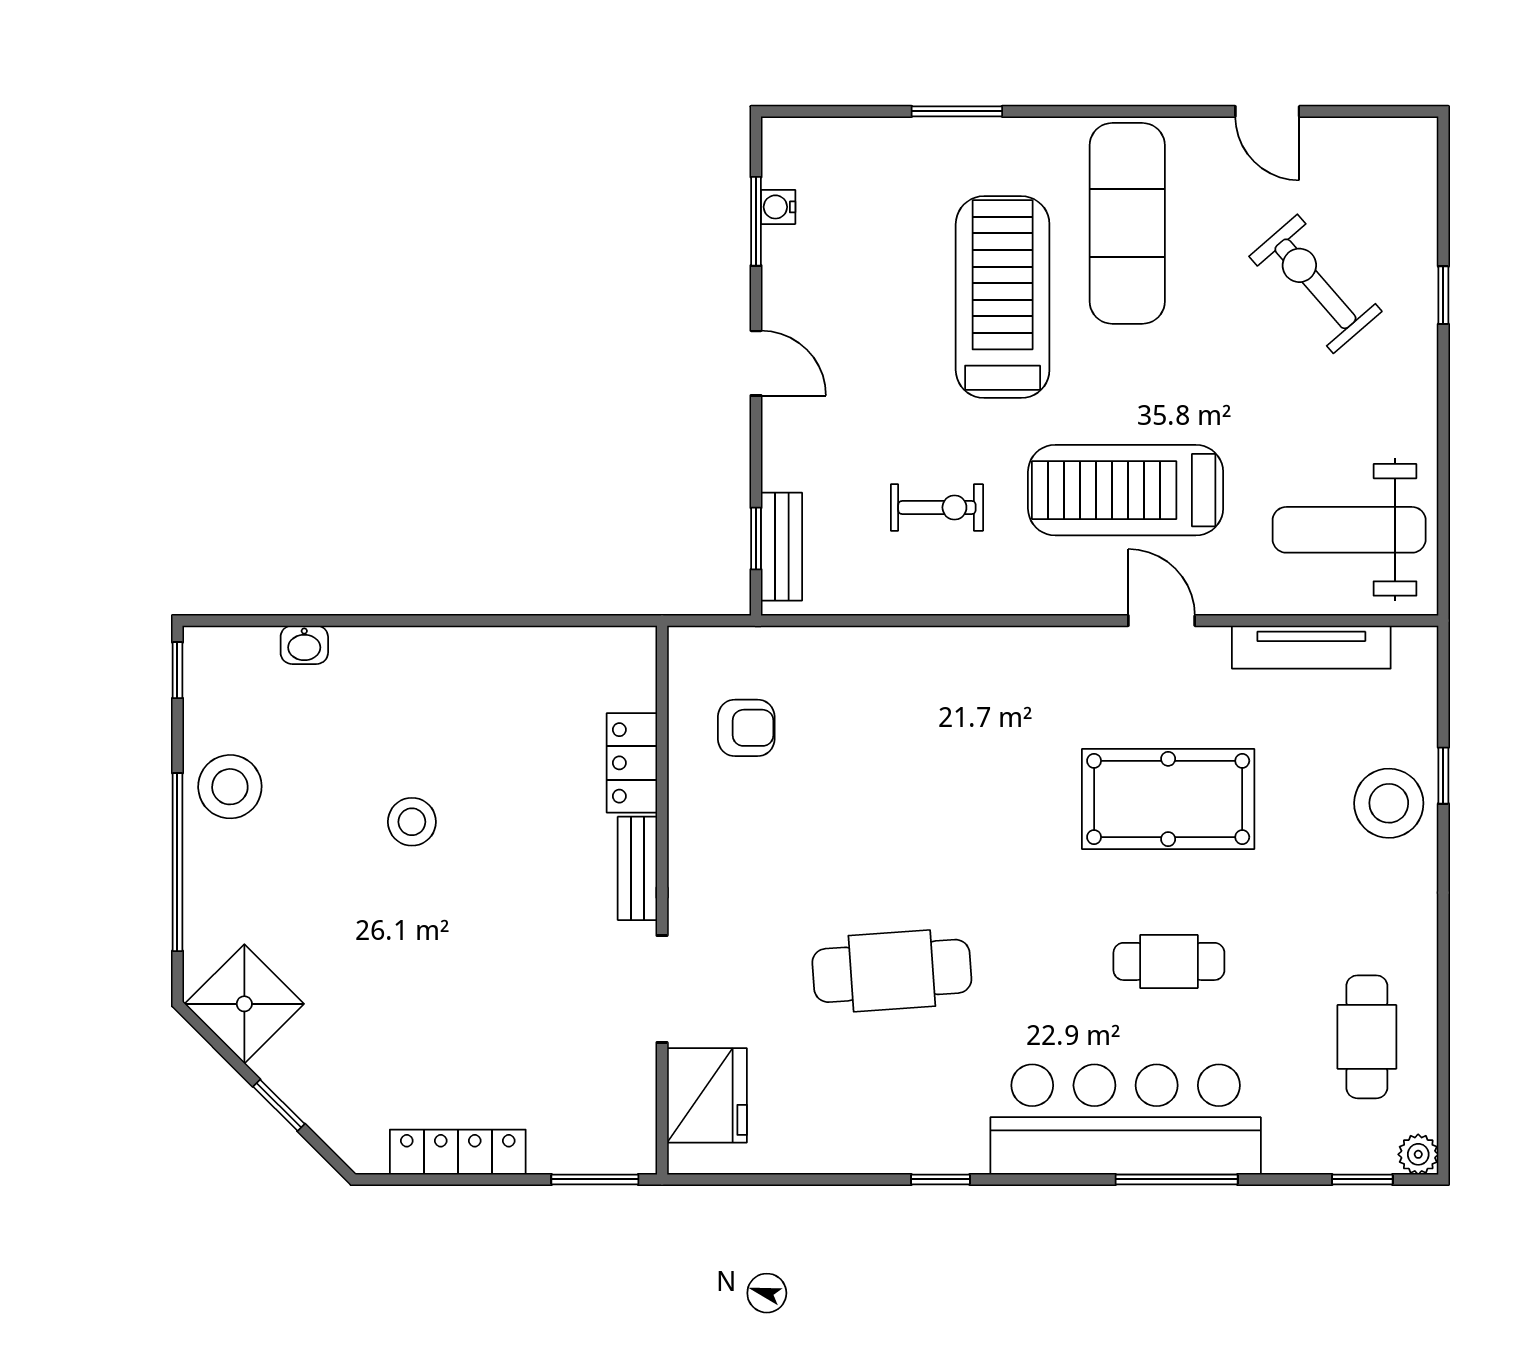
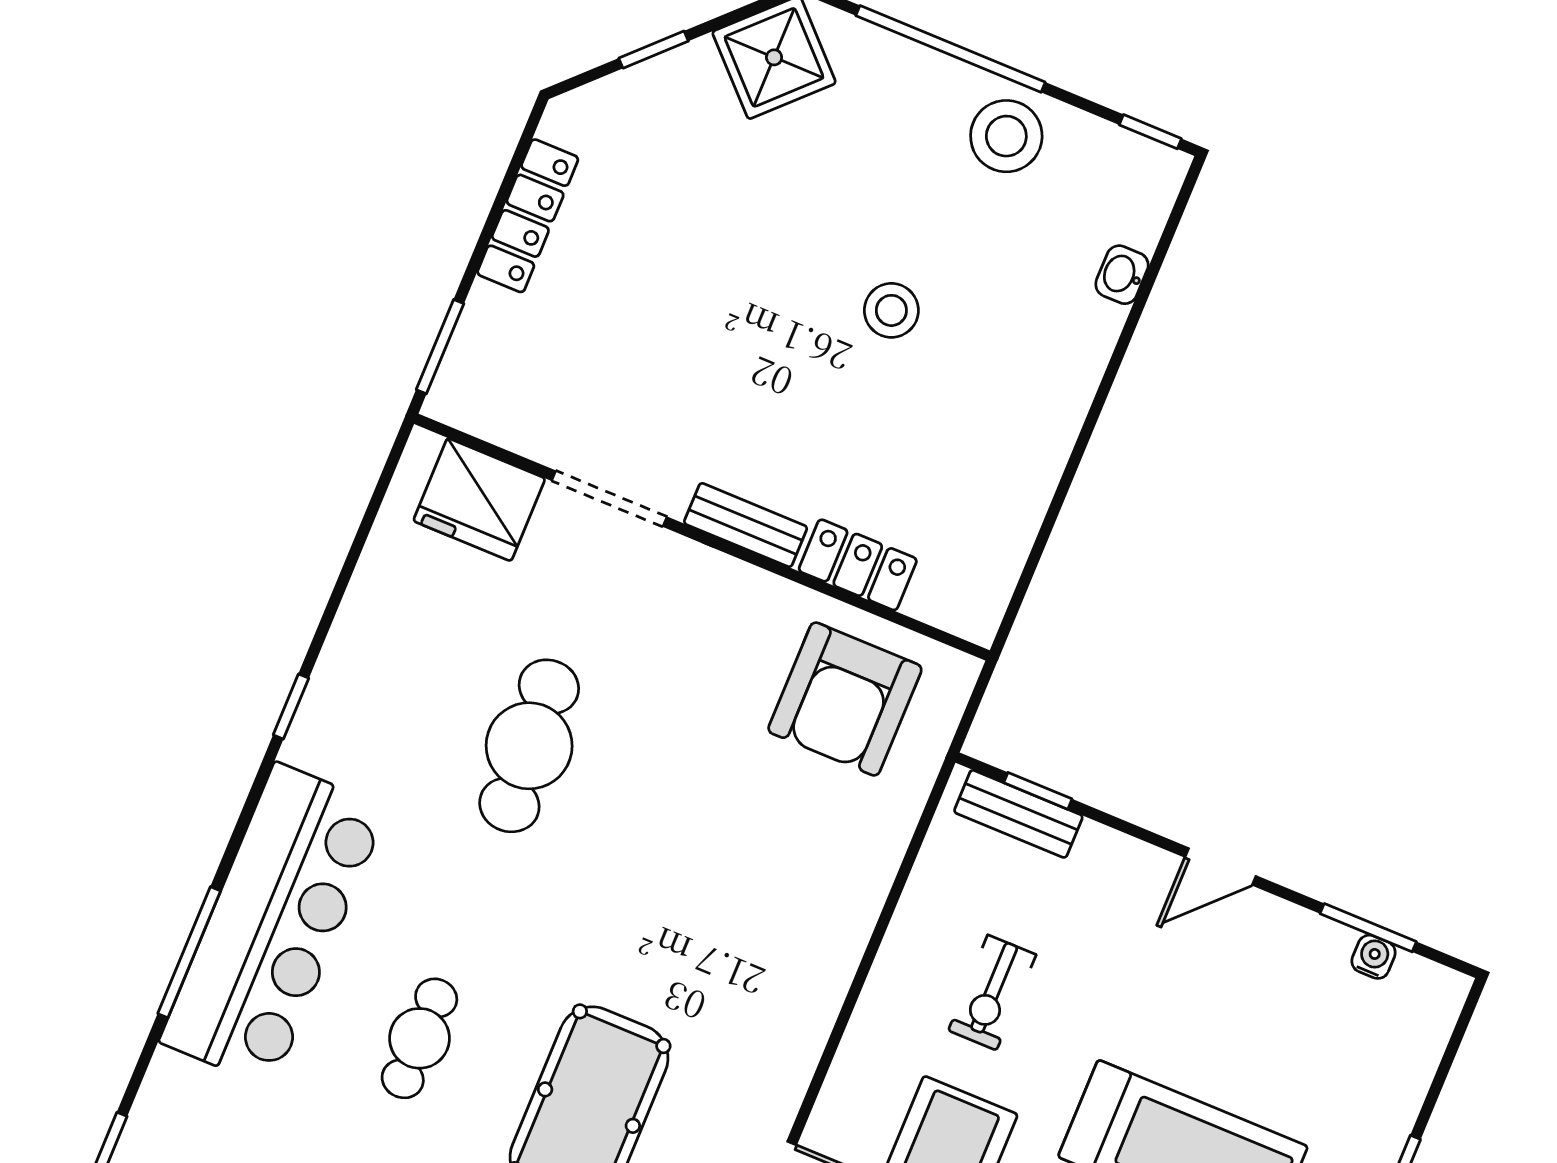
armchair: (746, 728) -> (845, 699), width x1.88, depth x1.88

